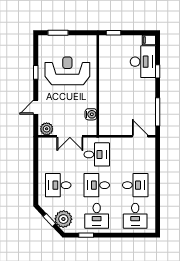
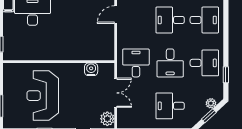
desk: (58, 185) -> (170, 106), turned 90
desk: (135, 185) -> (170, 20), turned -90
plant: (63, 219) -> (211, 103), width x0.53, depth x0.53

